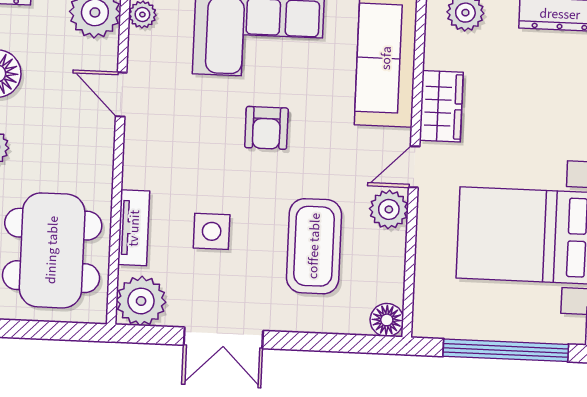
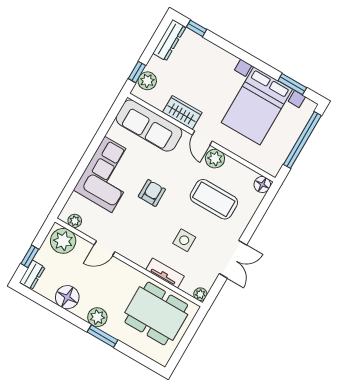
armchair: (266, 128) -> (152, 193), turned -90
plant: (141, 301) -> (200, 294), width x0.53, depth x0.53

